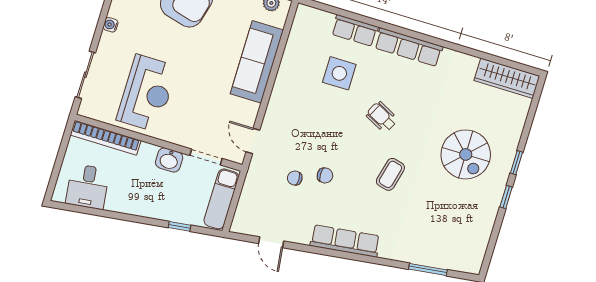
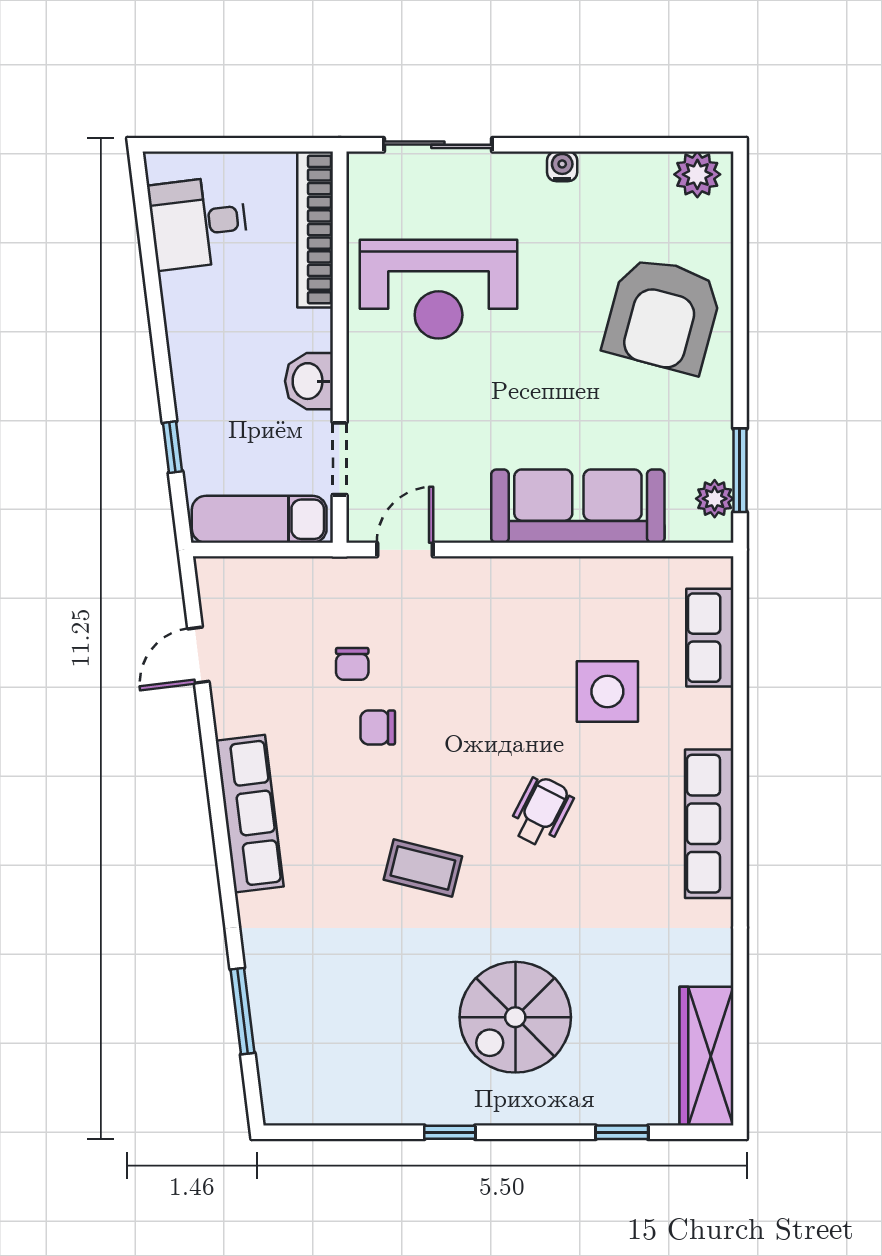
row of seats: (355, 31) -> (710, 638), moved
window: (517, 163) -> (622, 1132), moved
chair: (325, 175) -> (378, 727), turned 90
chair: (295, 178) -> (352, 664), turned 180

